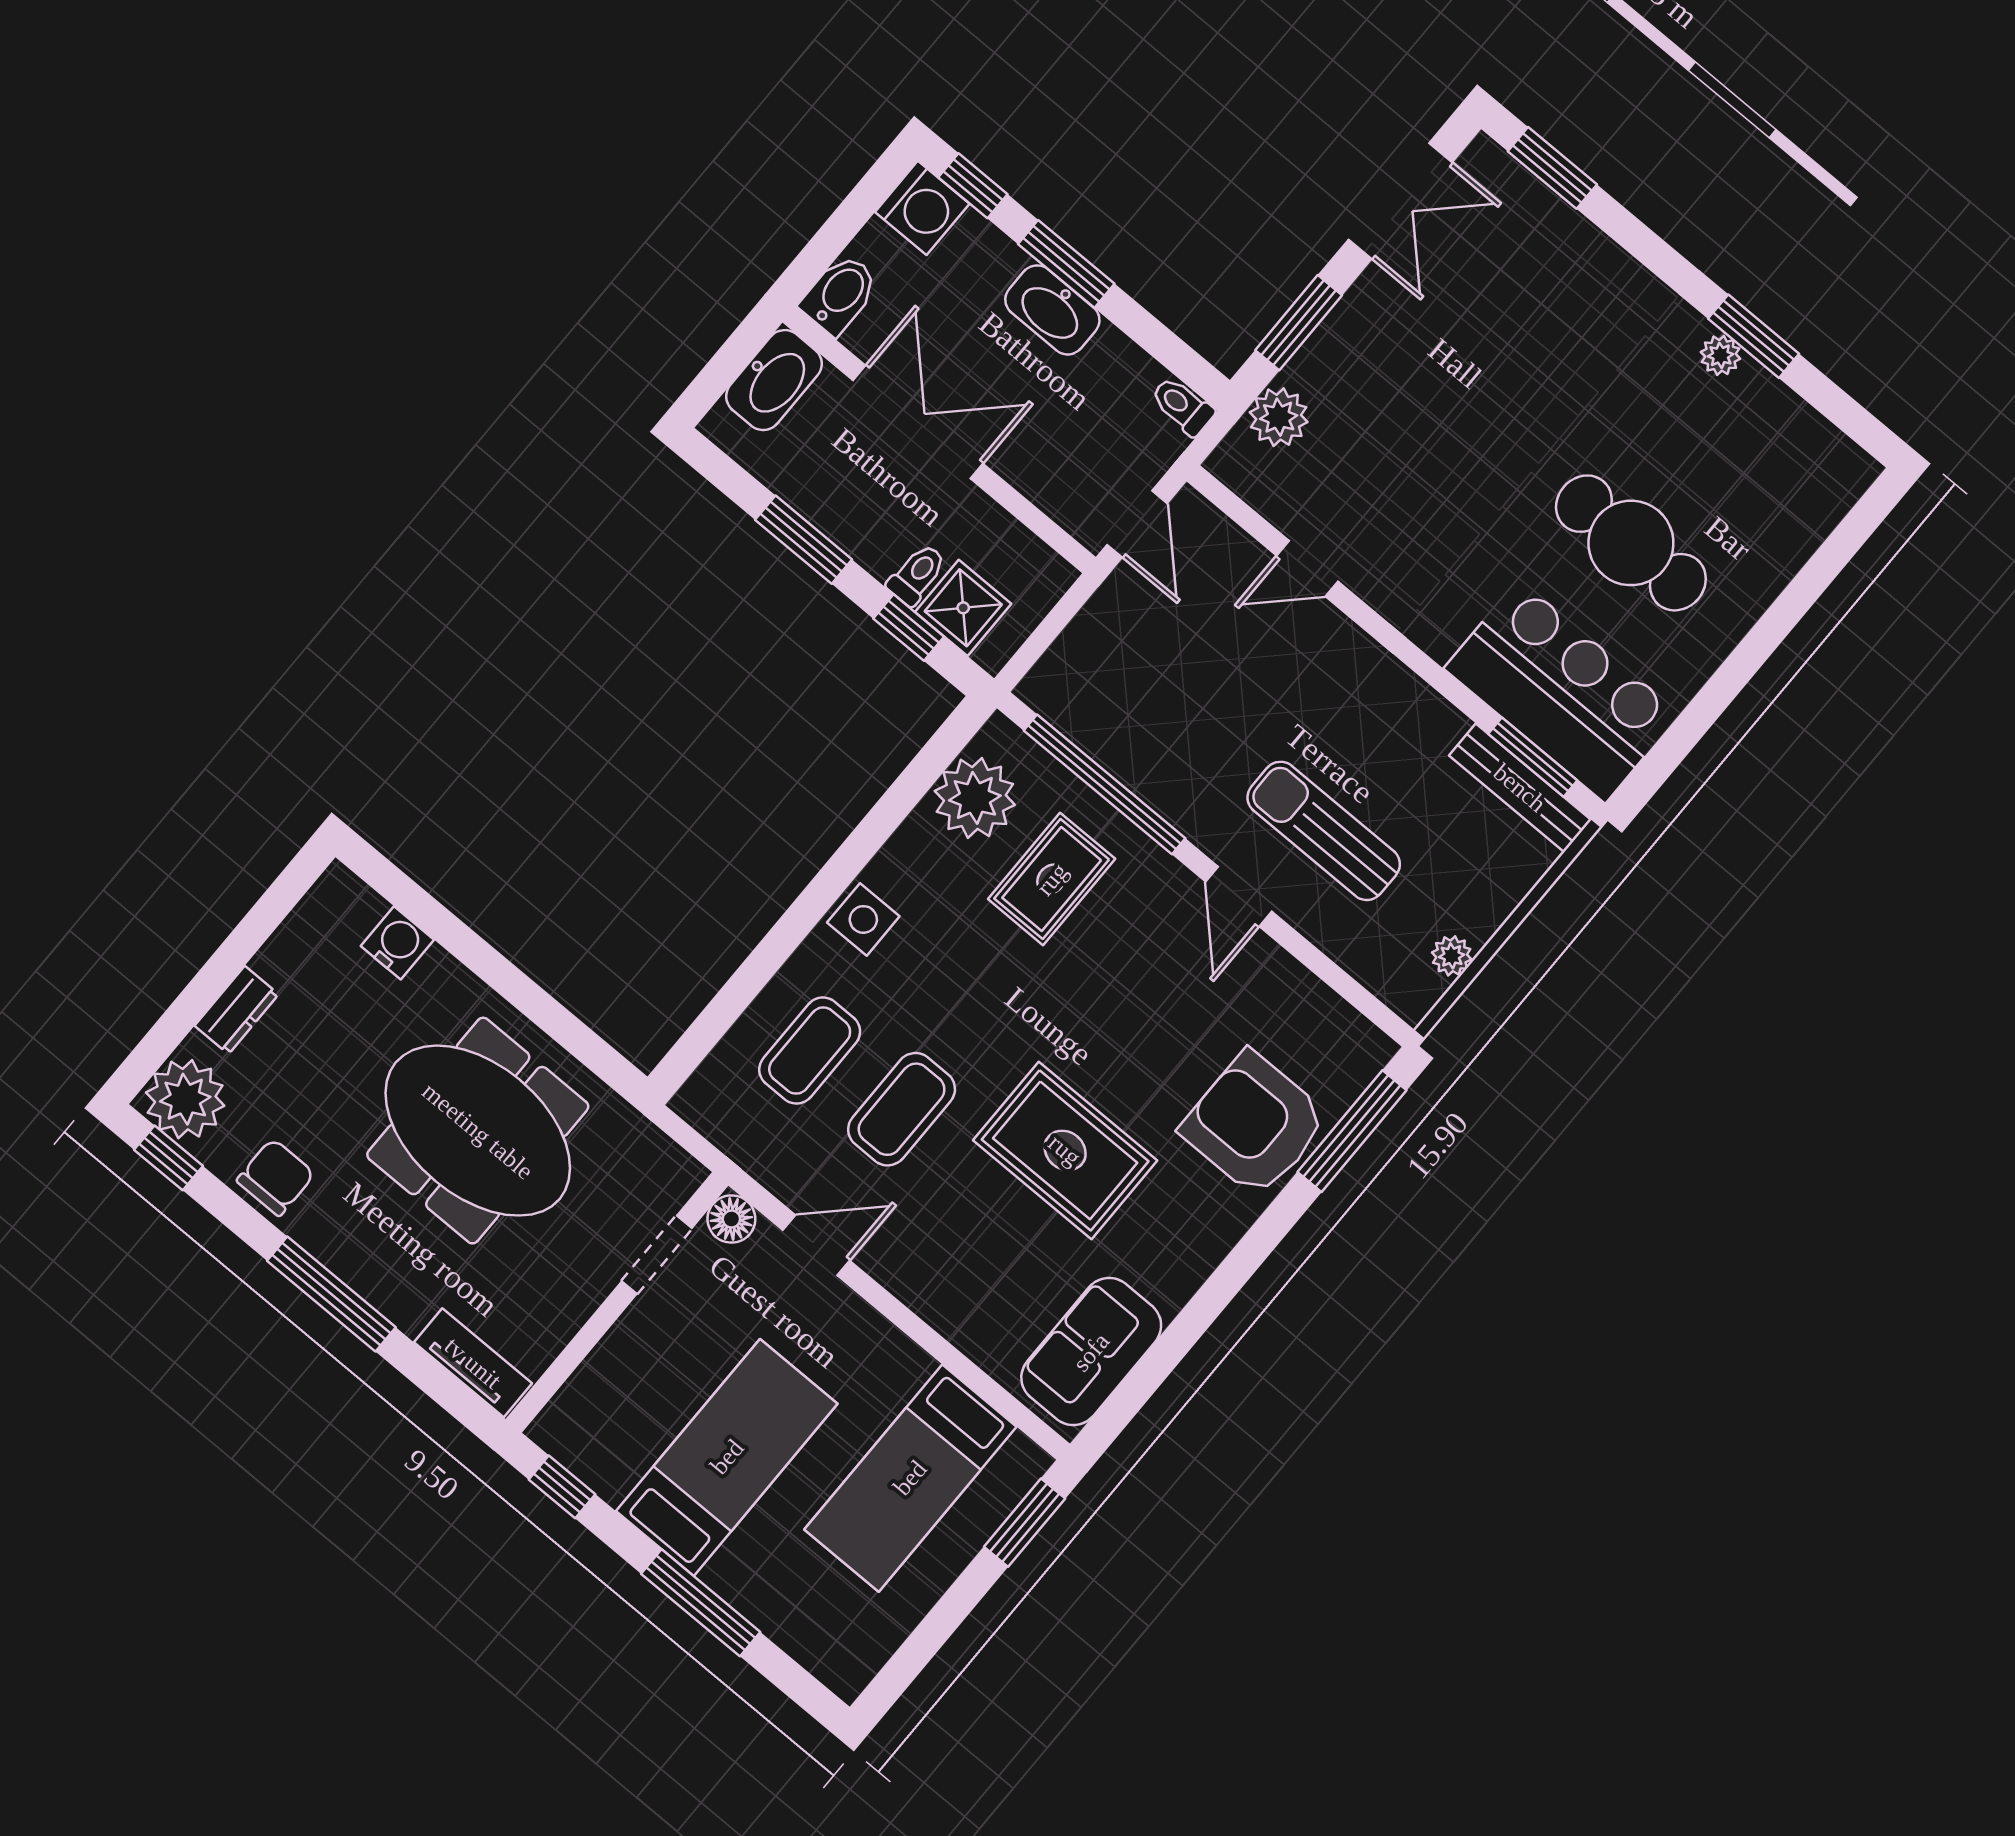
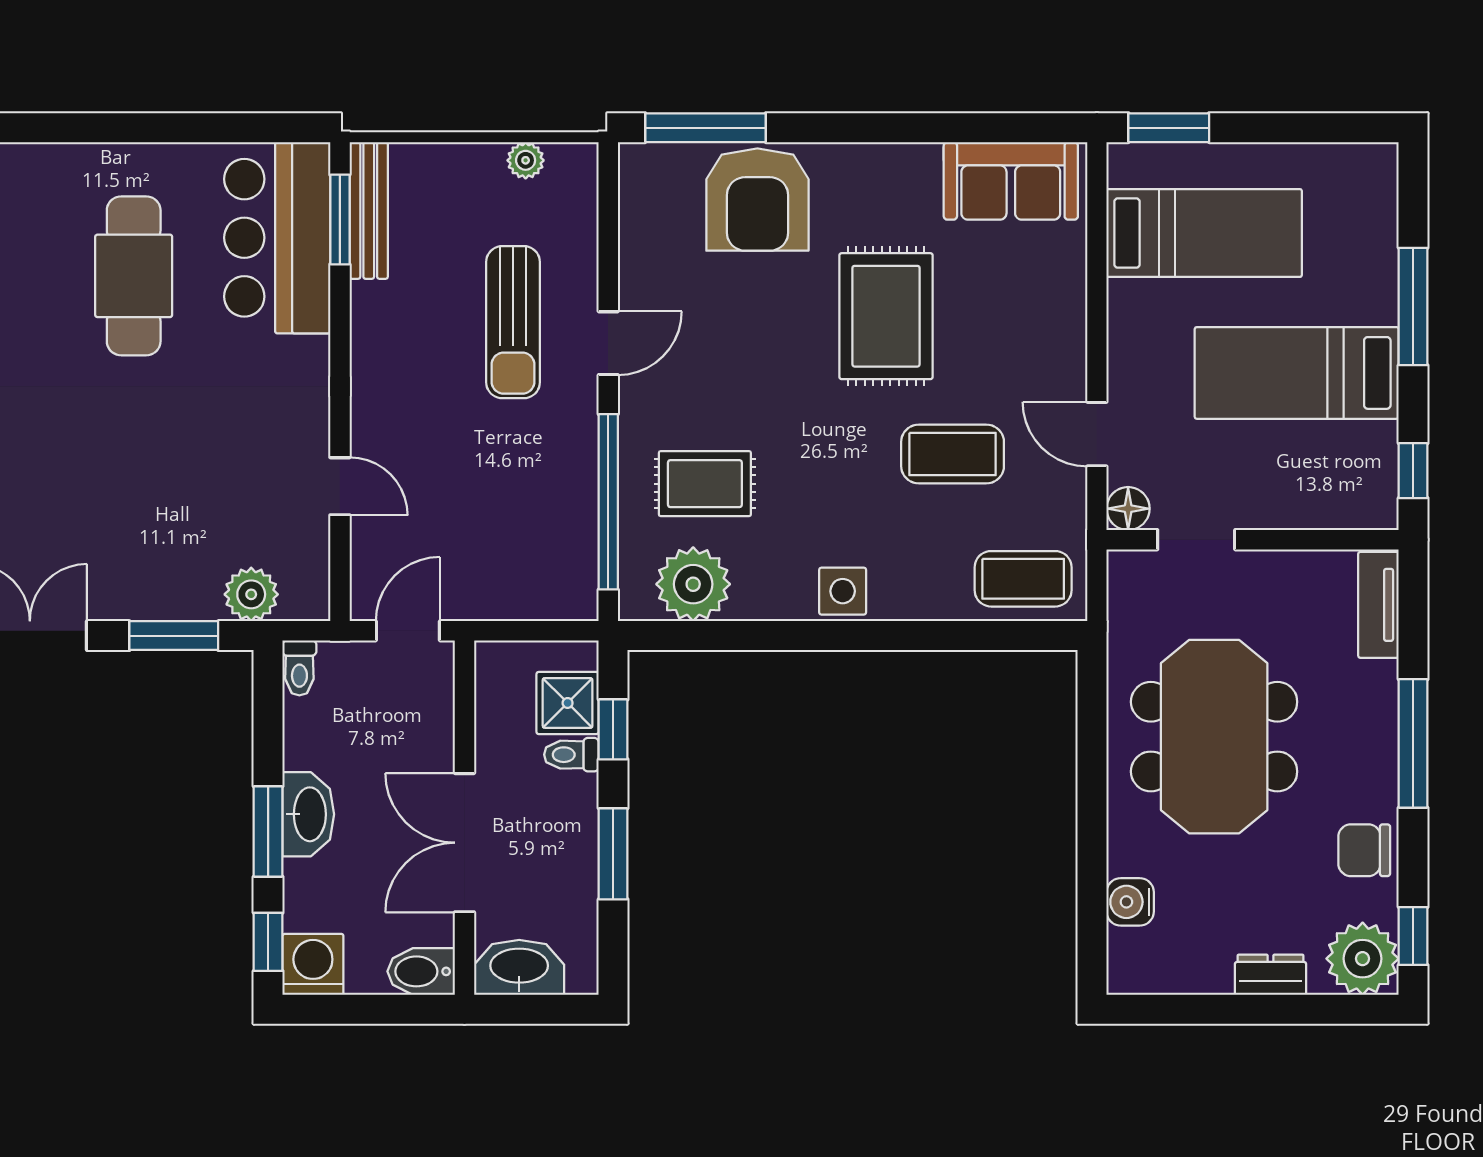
coffee table: (810, 1051) -> (1023, 579), moved

